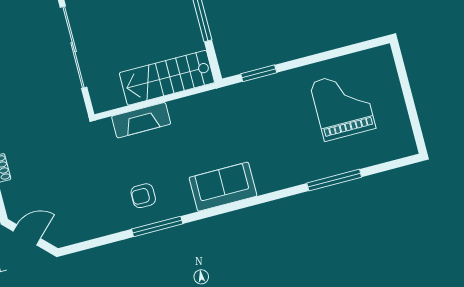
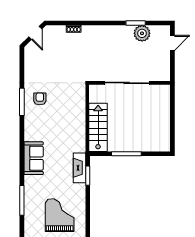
grand piano: (343, 105) -> (60, 215), turned -90
fireplace: (141, 120) -> (79, 168), moved
sofa: (223, 187) -> (34, 158), moved

